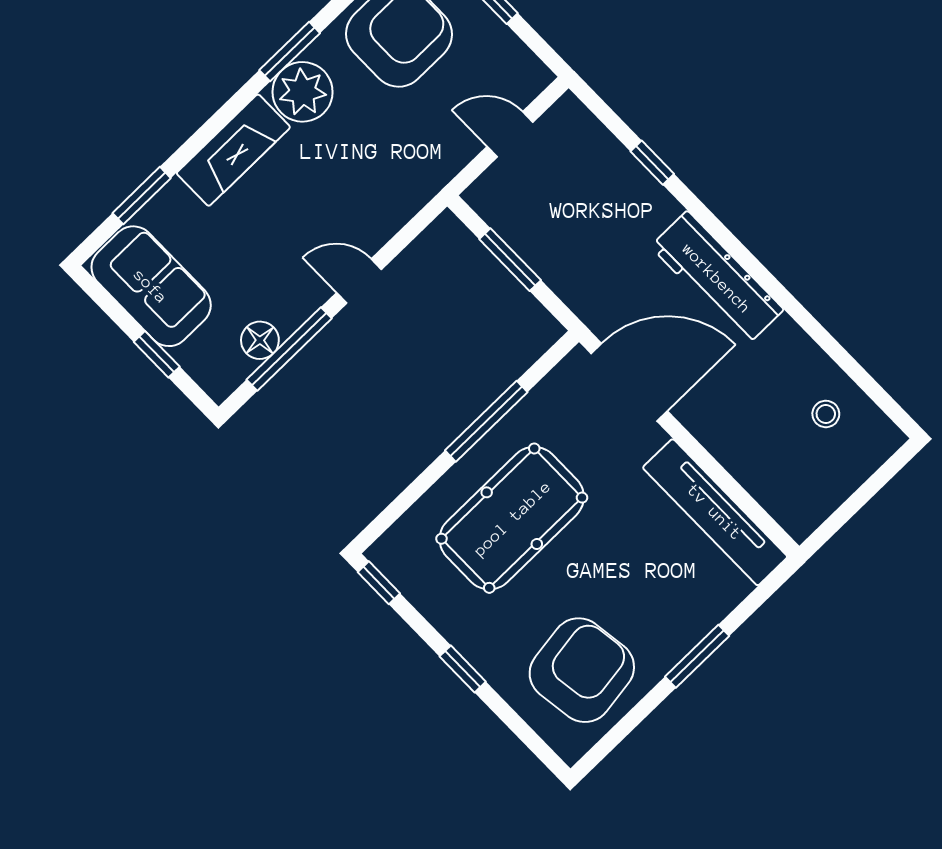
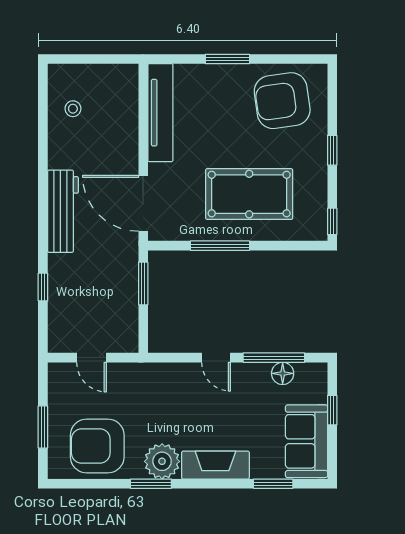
window: (510, 260) -> (143, 284), moved

